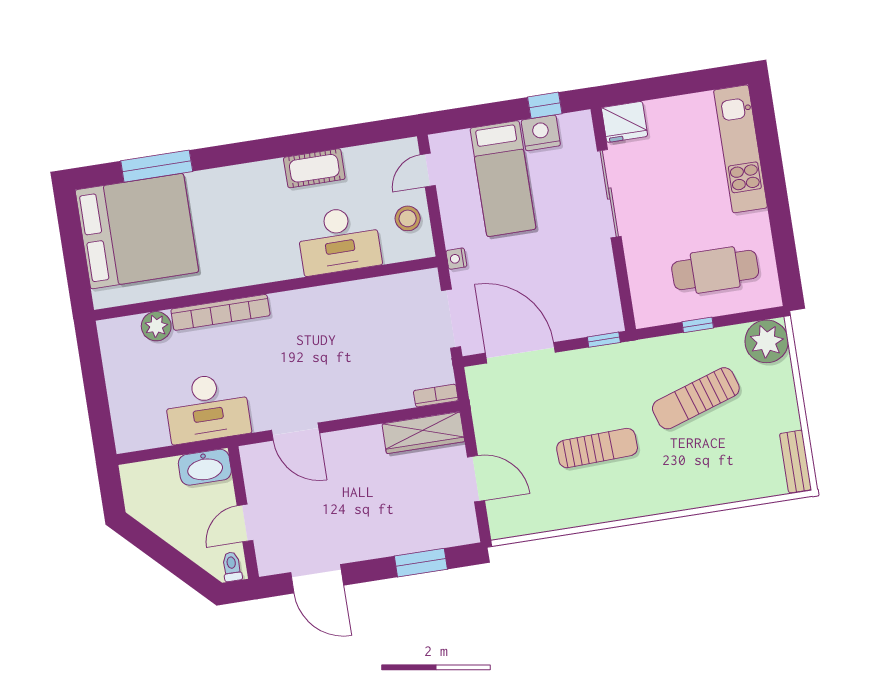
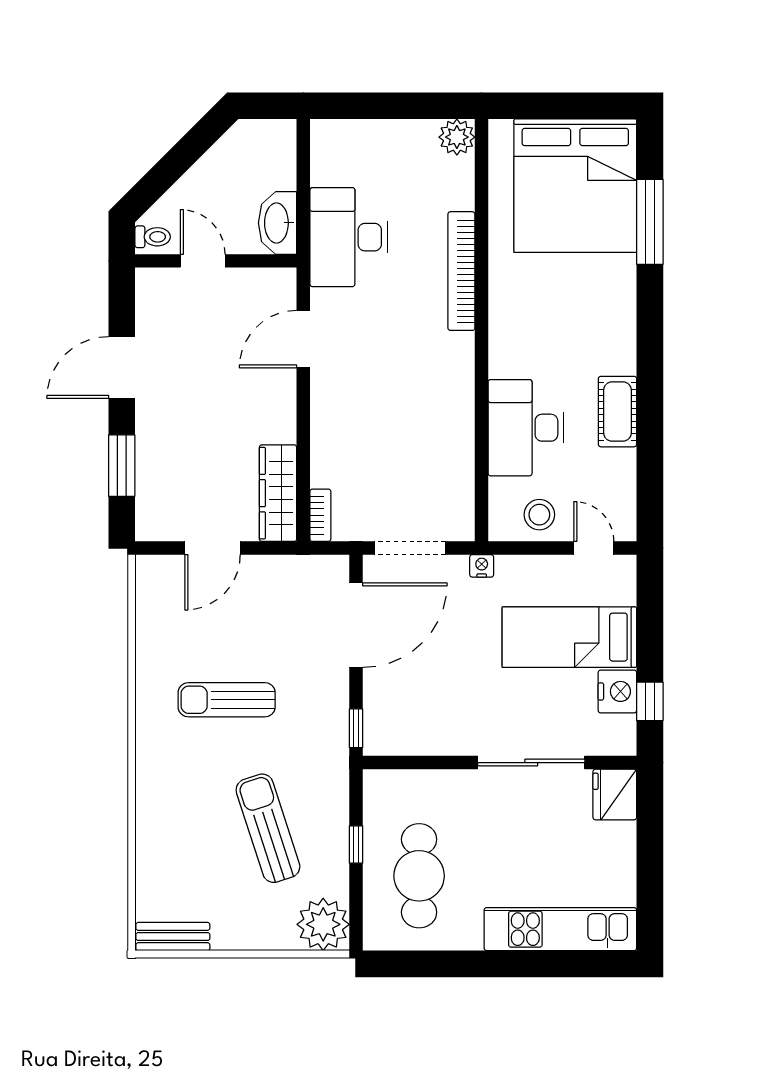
plant: (156, 326) -> (457, 137), moved
sun lounger: (597, 448) -> (227, 700), turned 92
door: (317, 579) -> (122, 367), moved

